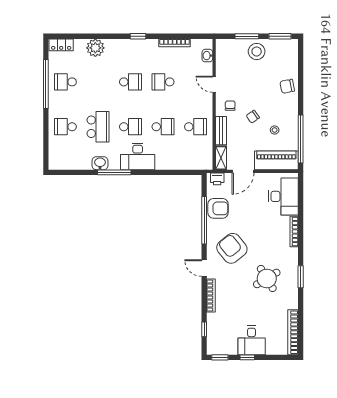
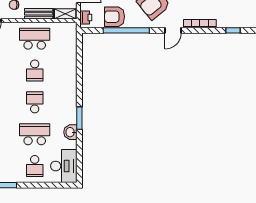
school desk: (163, 127) -> (35, 70), turned 180
school desk: (196, 127) -> (35, 39), width x1.85
desk: (138, 156) -> (64, 166), moved
window: (114, 172) -> (79, 118), width x0.69
armchair: (218, 208) -> (115, 17), turned -90

